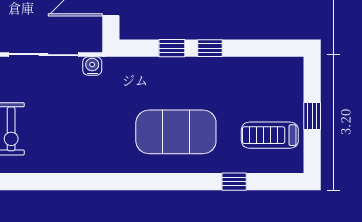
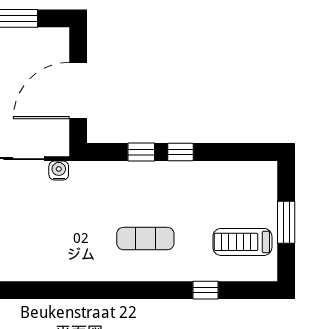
window: (312, 116) -> (286, 222), width x1.50
exercise mat: (176, 132) -> (145, 239), width x0.50, depth x0.69

